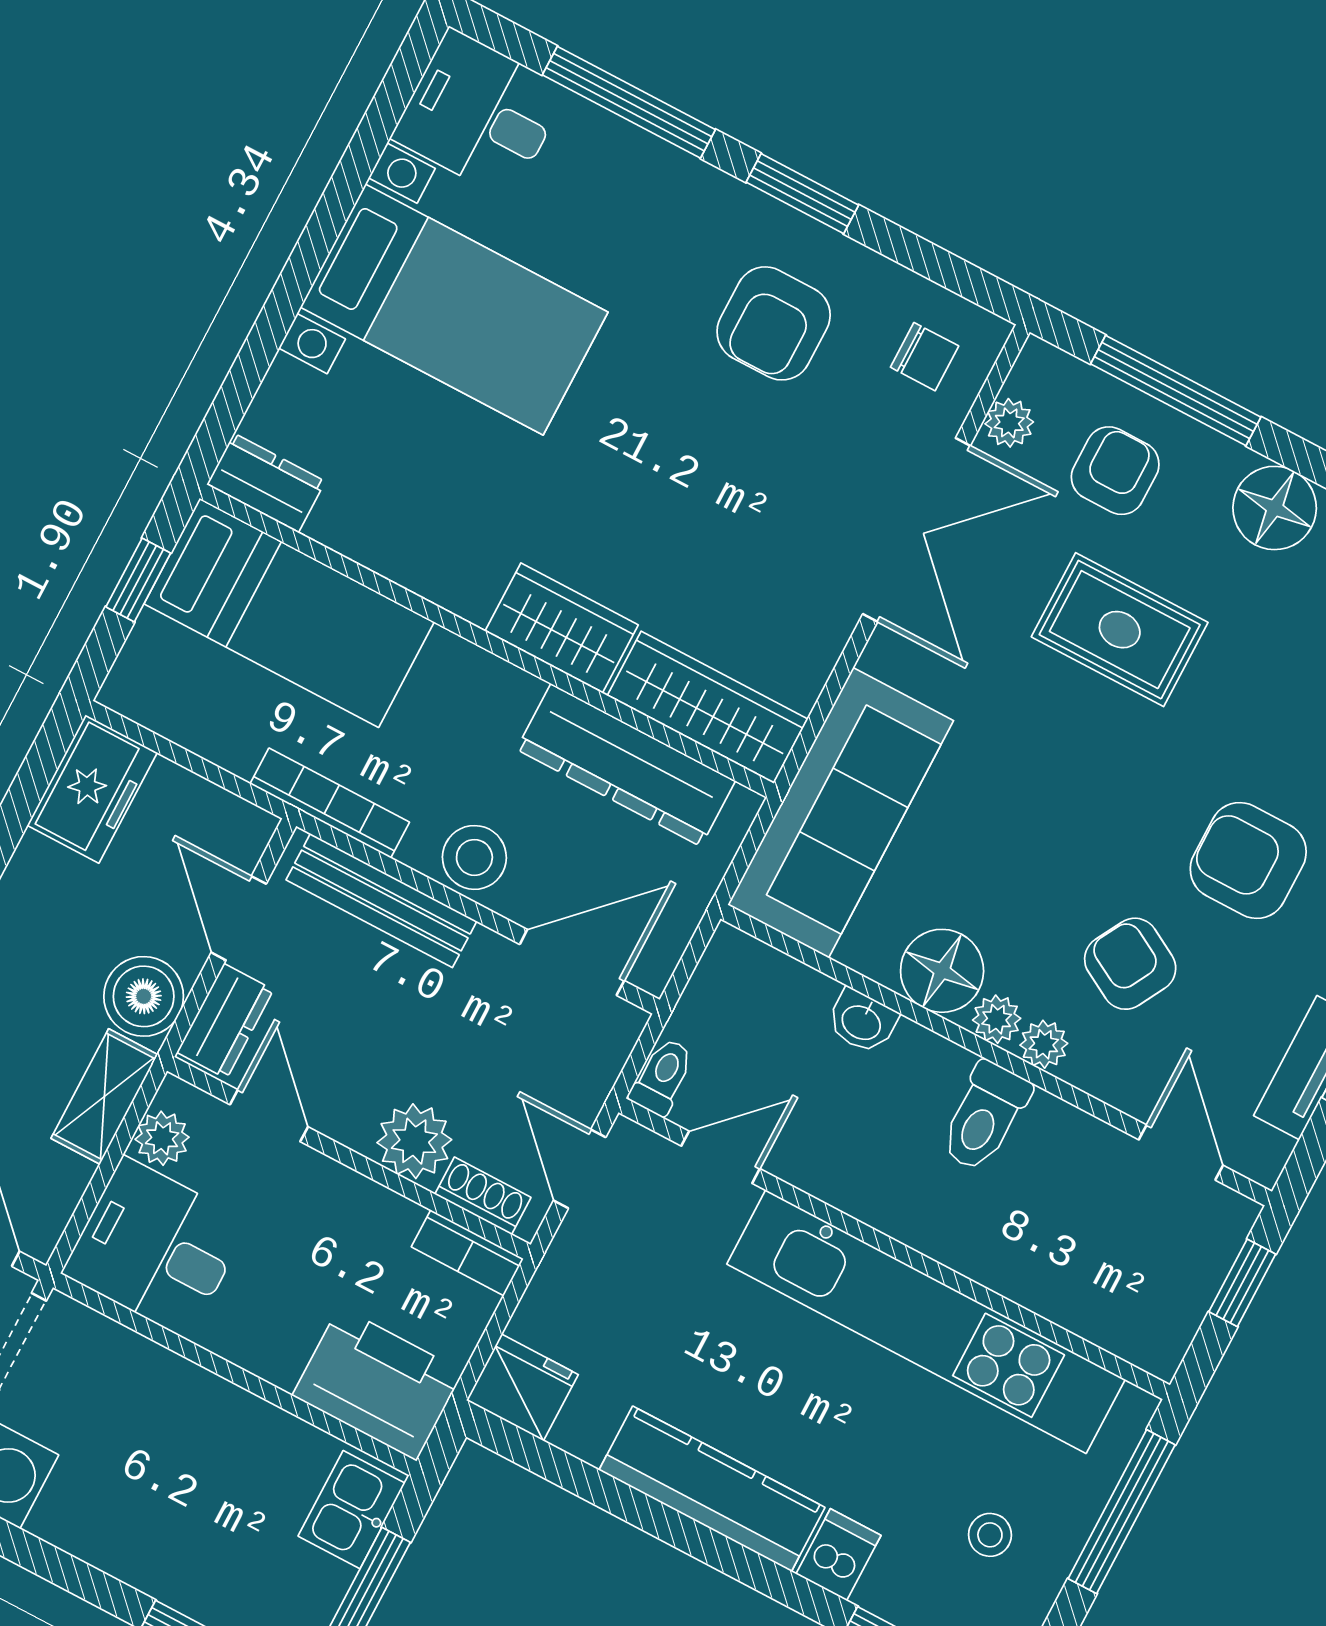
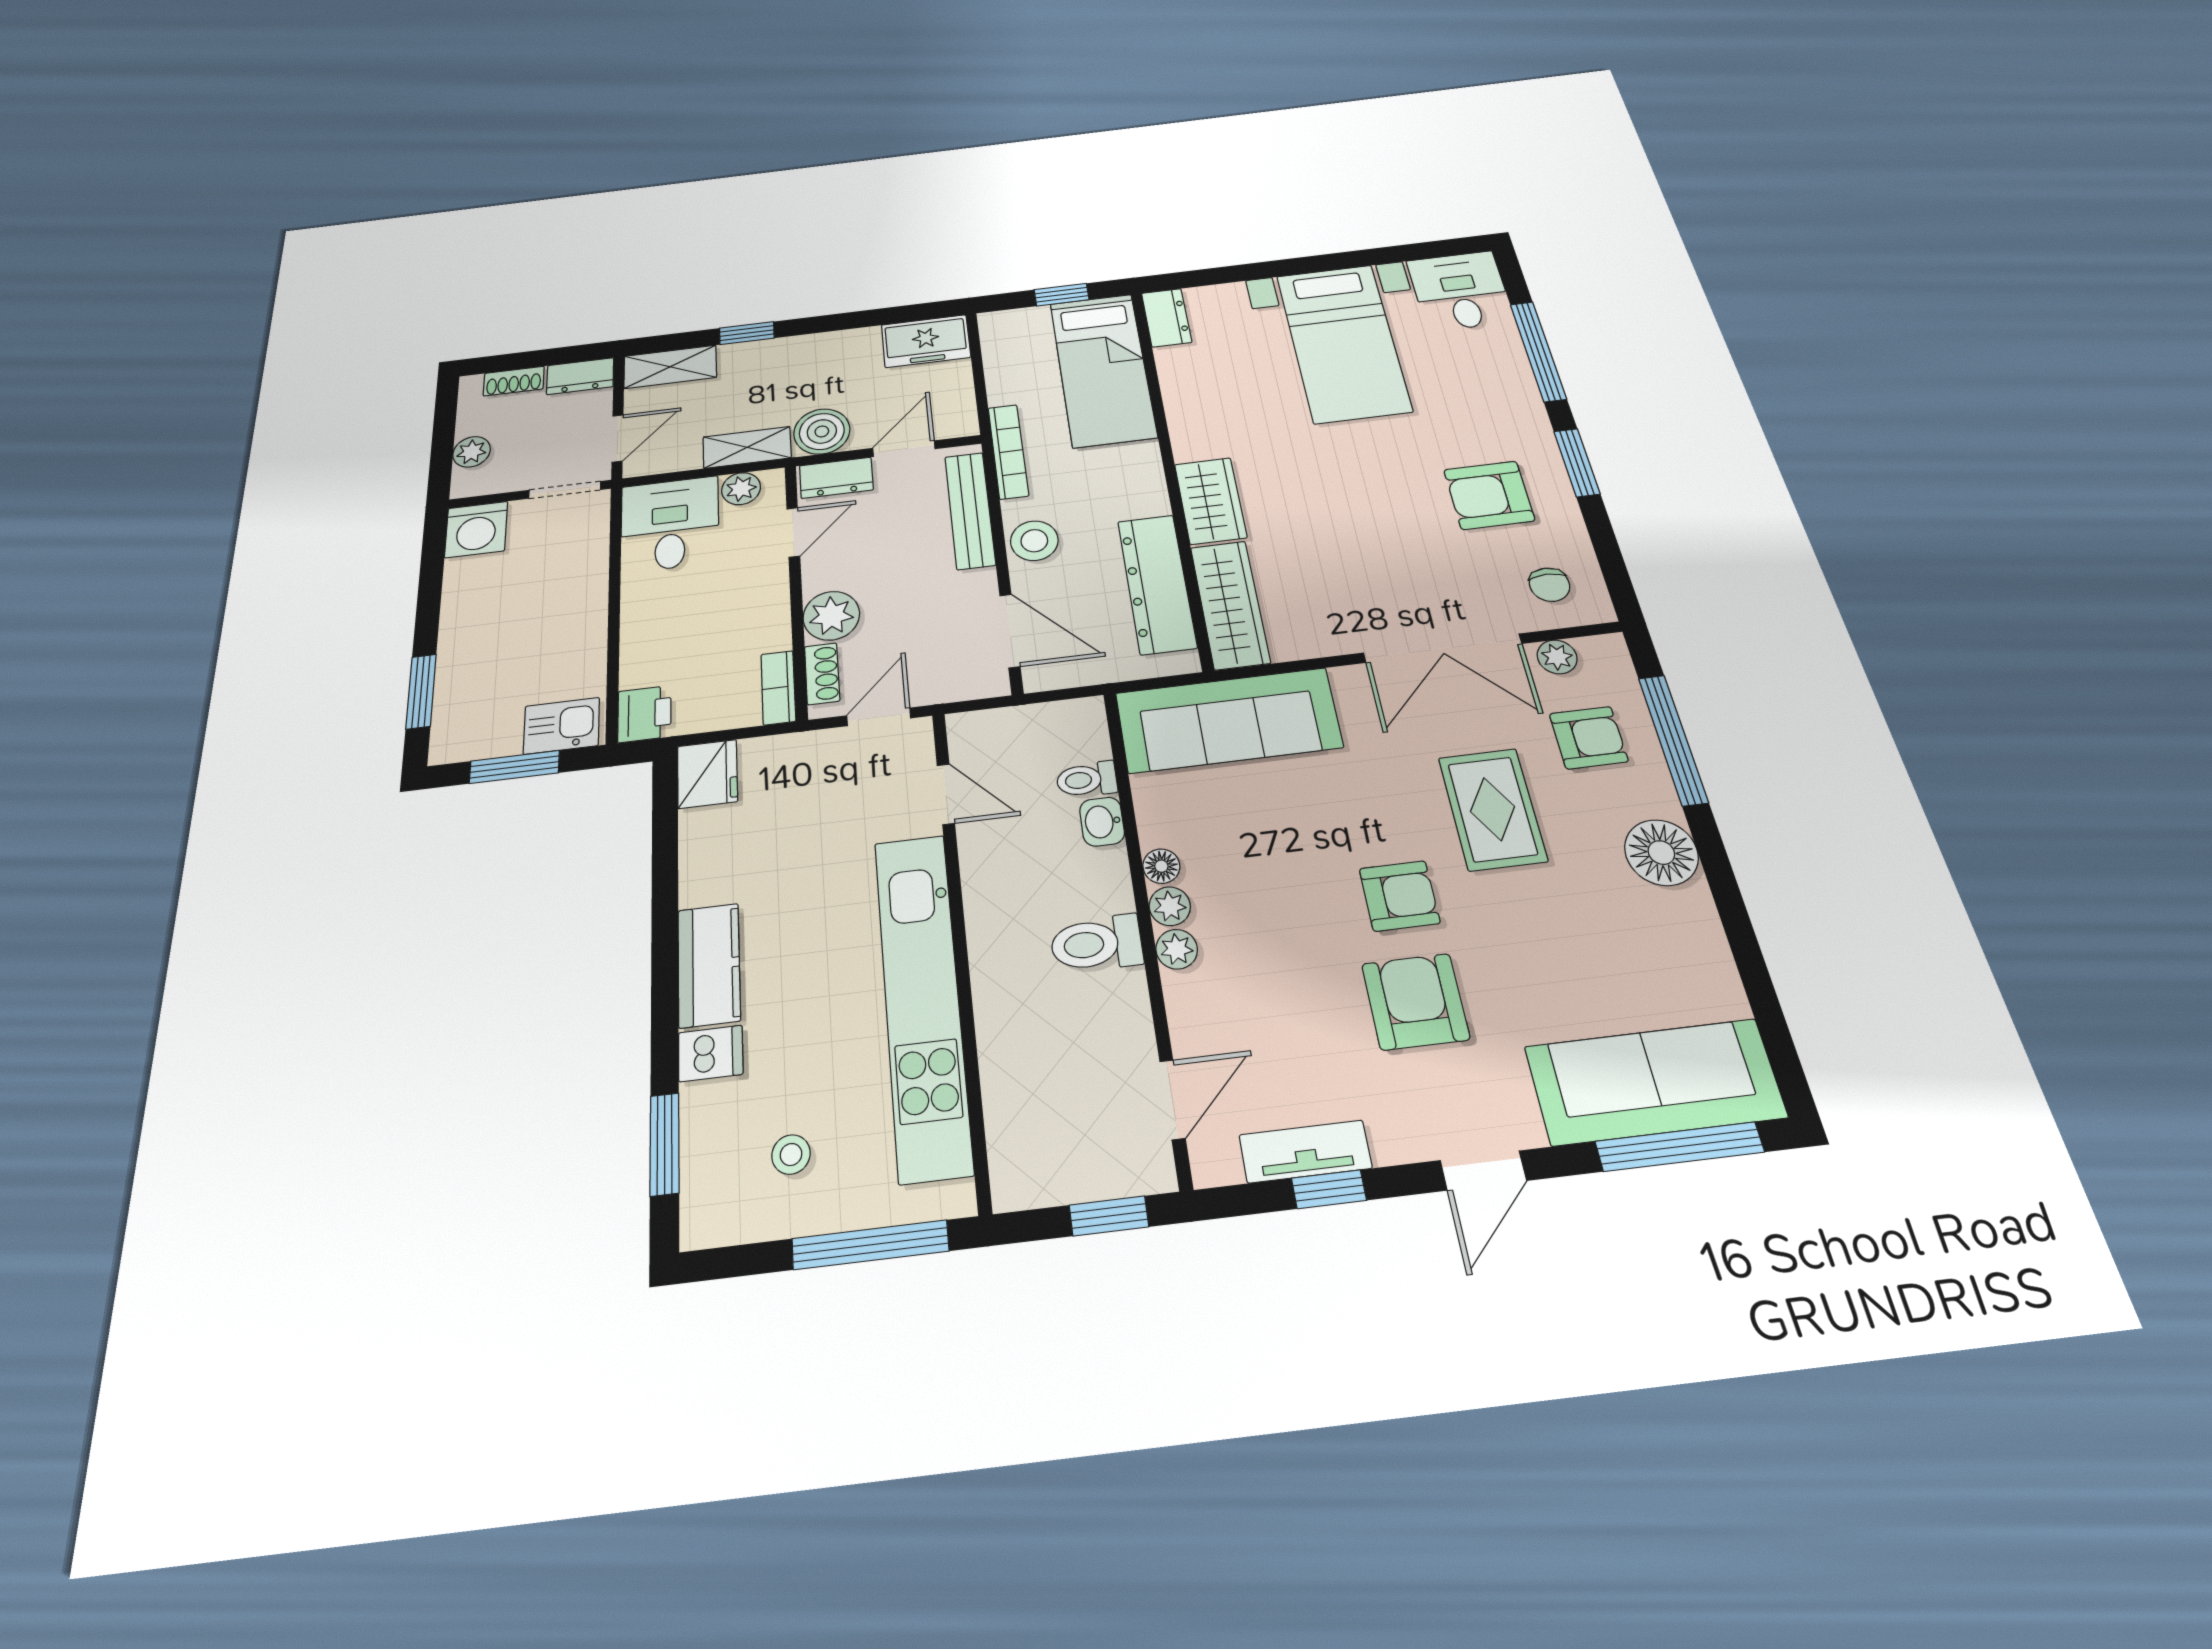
armchair: (1130, 964) -> (1400, 896), moved, turned 61
floor lamp: (942, 971) -> (1161, 866), width x0.53, depth x0.53
toilet: (662, 1077) -> (1087, 779), moved, turned 180
printer: (378, 1384) -> (644, 714), width x0.53, depth x0.68
kitchen counter: (712, 1489) -> (709, 965), width x0.67

